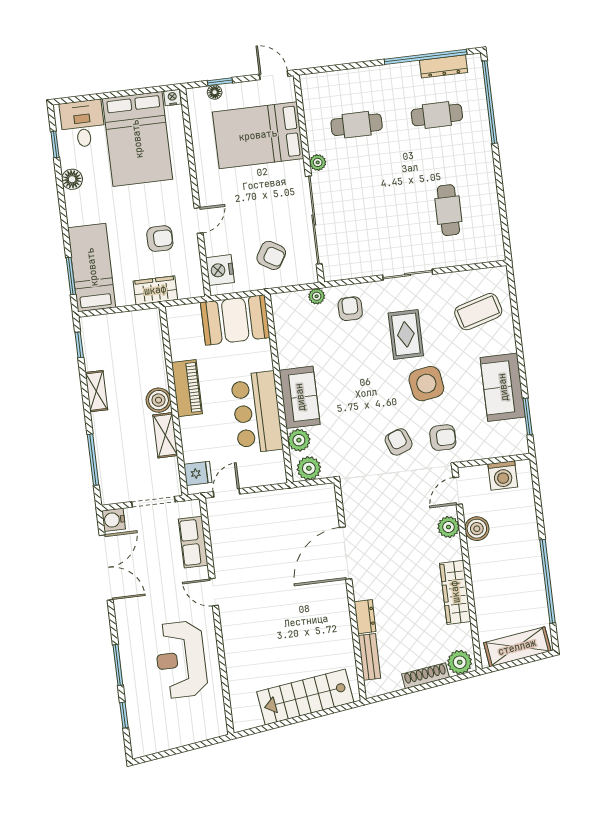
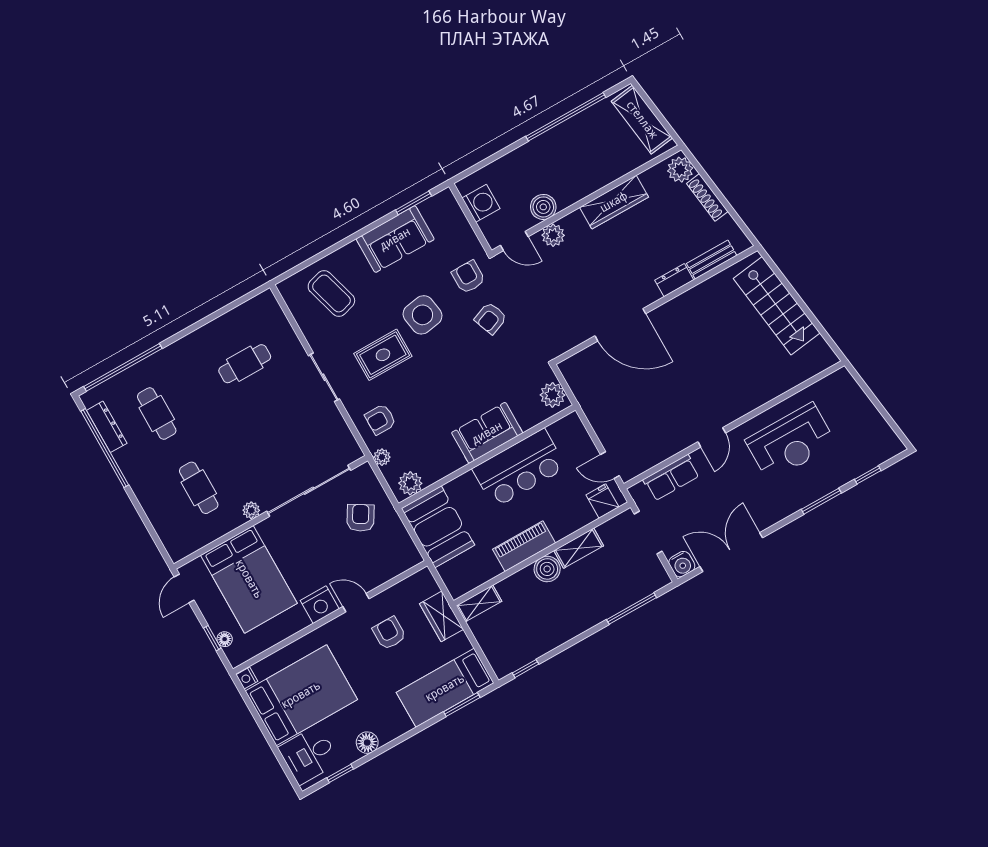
nightstand: (220, 270) -> (320, 605), moved
shelving: (96, 391) -> (479, 603), moved
plant: (299, 440) -> (410, 483), moved

